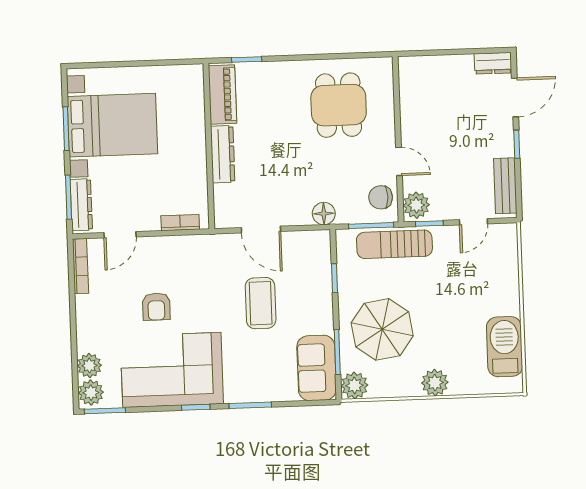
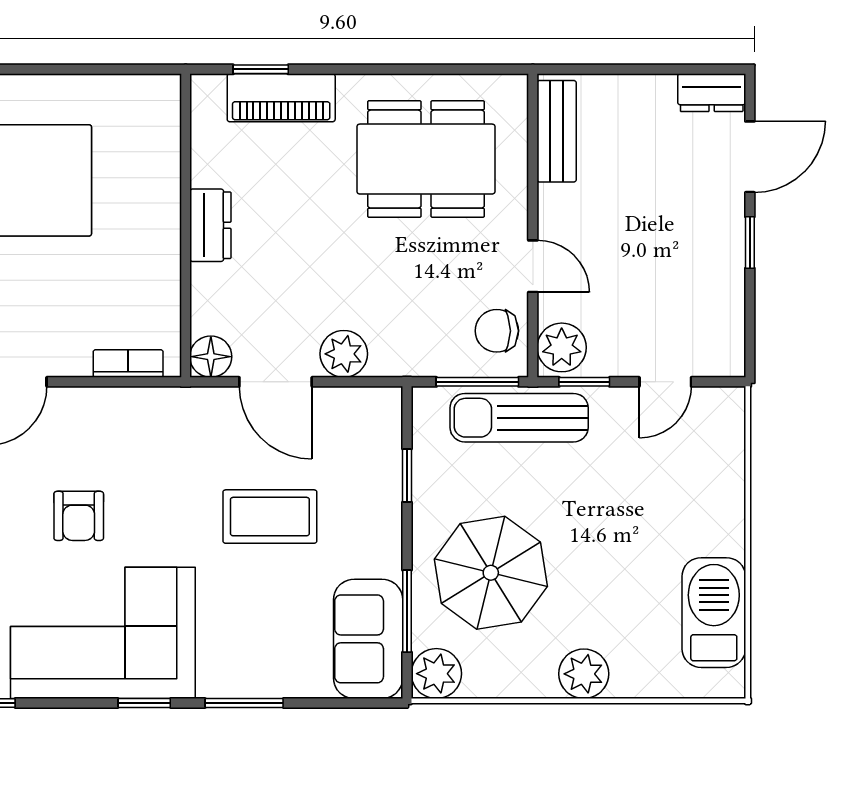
piano: (222, 94) -> (281, 98), moved, turned 90
dining table: (339, 105) -> (426, 159), width x1.38
dresser: (223, 154) -> (210, 225), width x0.70
bench: (505, 186) -> (557, 131), moved
plant: (298, 213) -> (344, 354), added
floor lamp: (324, 214) -> (211, 357), moved
coffee table: (261, 303) -> (270, 517), turned 90

